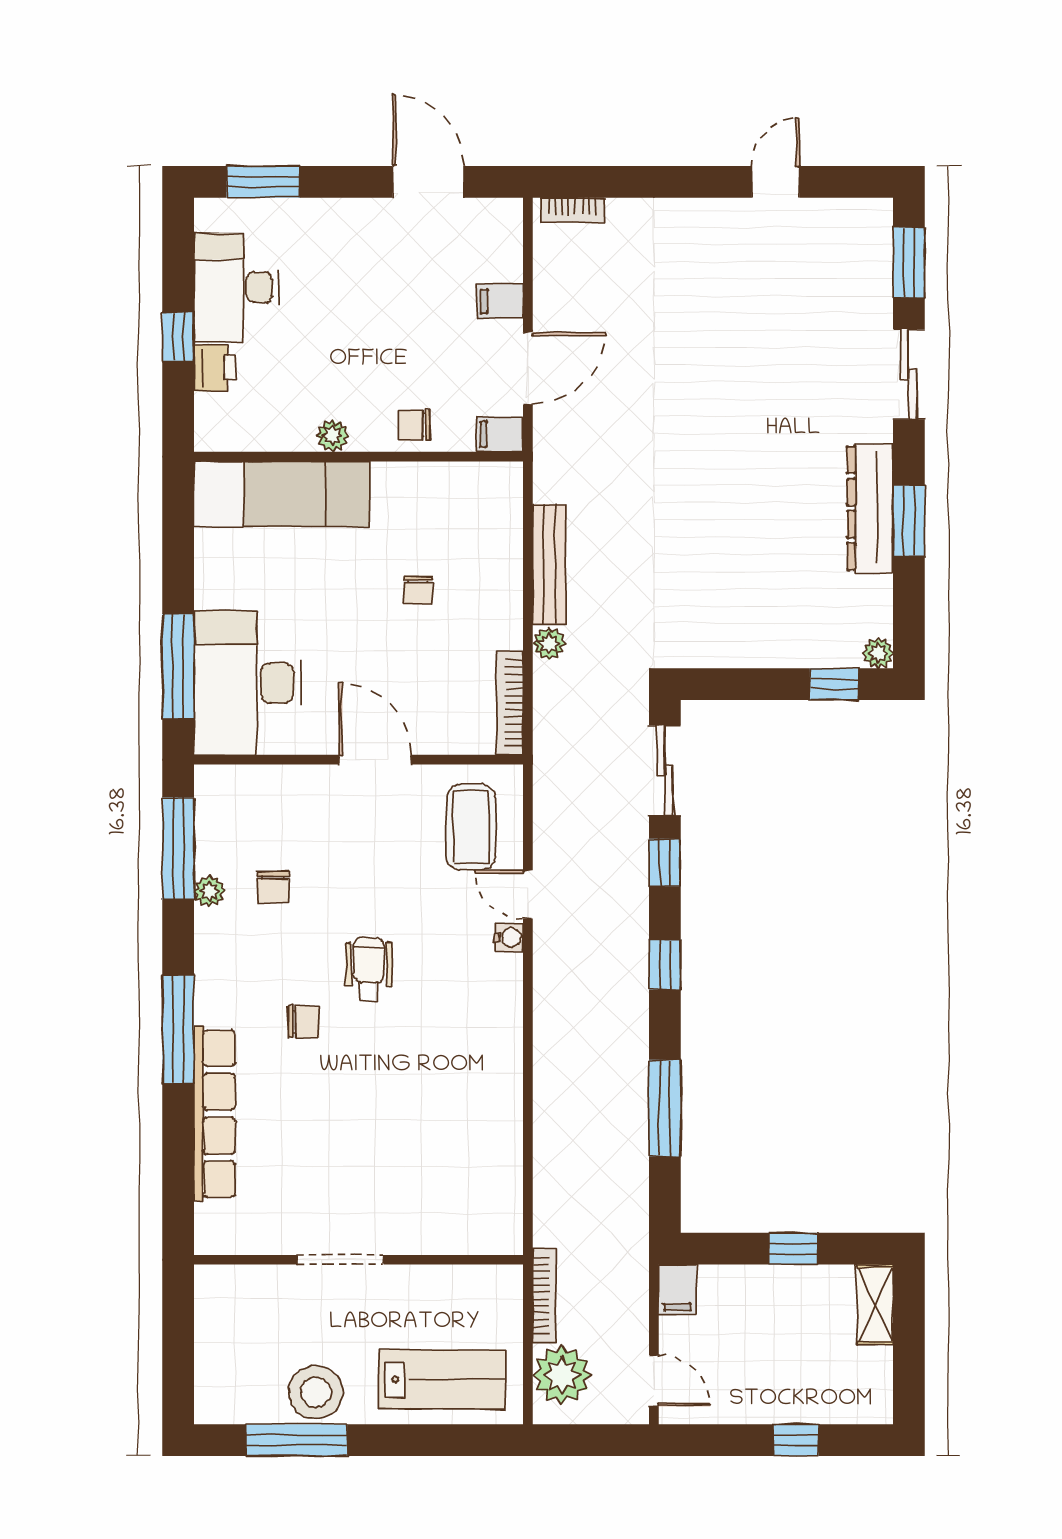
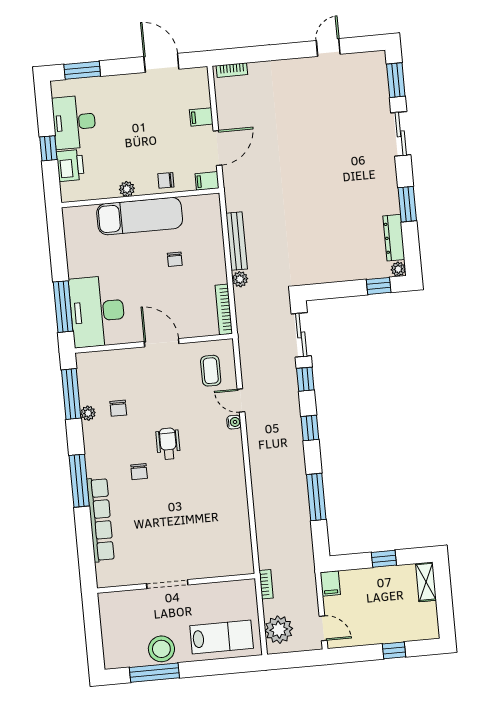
printer: (215, 368) -> (70, 166), width x1.36, depth x1.24
exam couch: (282, 494) -> (140, 216), moved
dresser: (870, 508) -> (394, 238), moved, width x0.73, depth x0.80
coffee table: (471, 827) -> (211, 371), width x0.73, depth x0.77
chair: (304, 1022) -> (139, 472), turned 90
bookcase: (545, 1296) -> (266, 584), width x0.64

